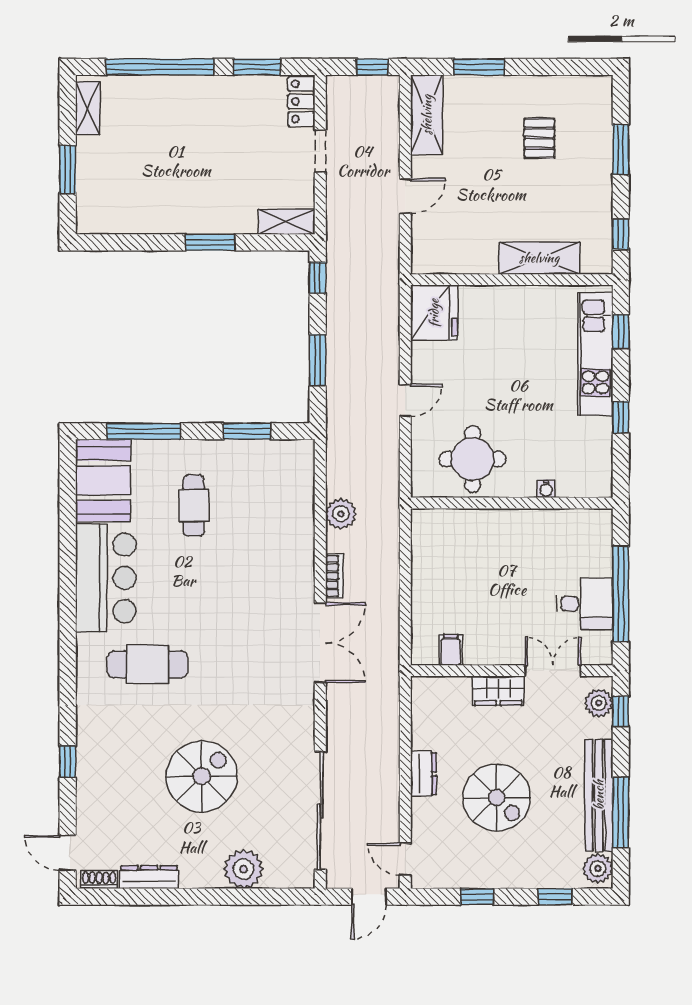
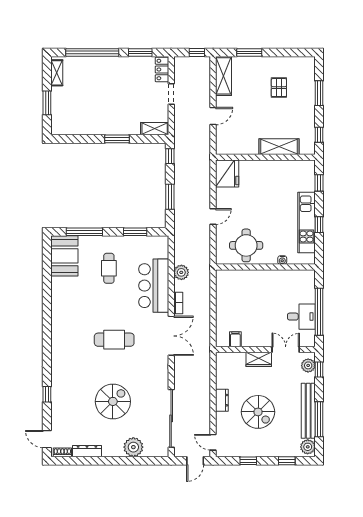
kitchen unit: (595, 354) -> (307, 223), moved
bar counter: (106, 578) -> (154, 286), moved, turned 180
cafe table: (147, 664) -> (114, 340), moved

